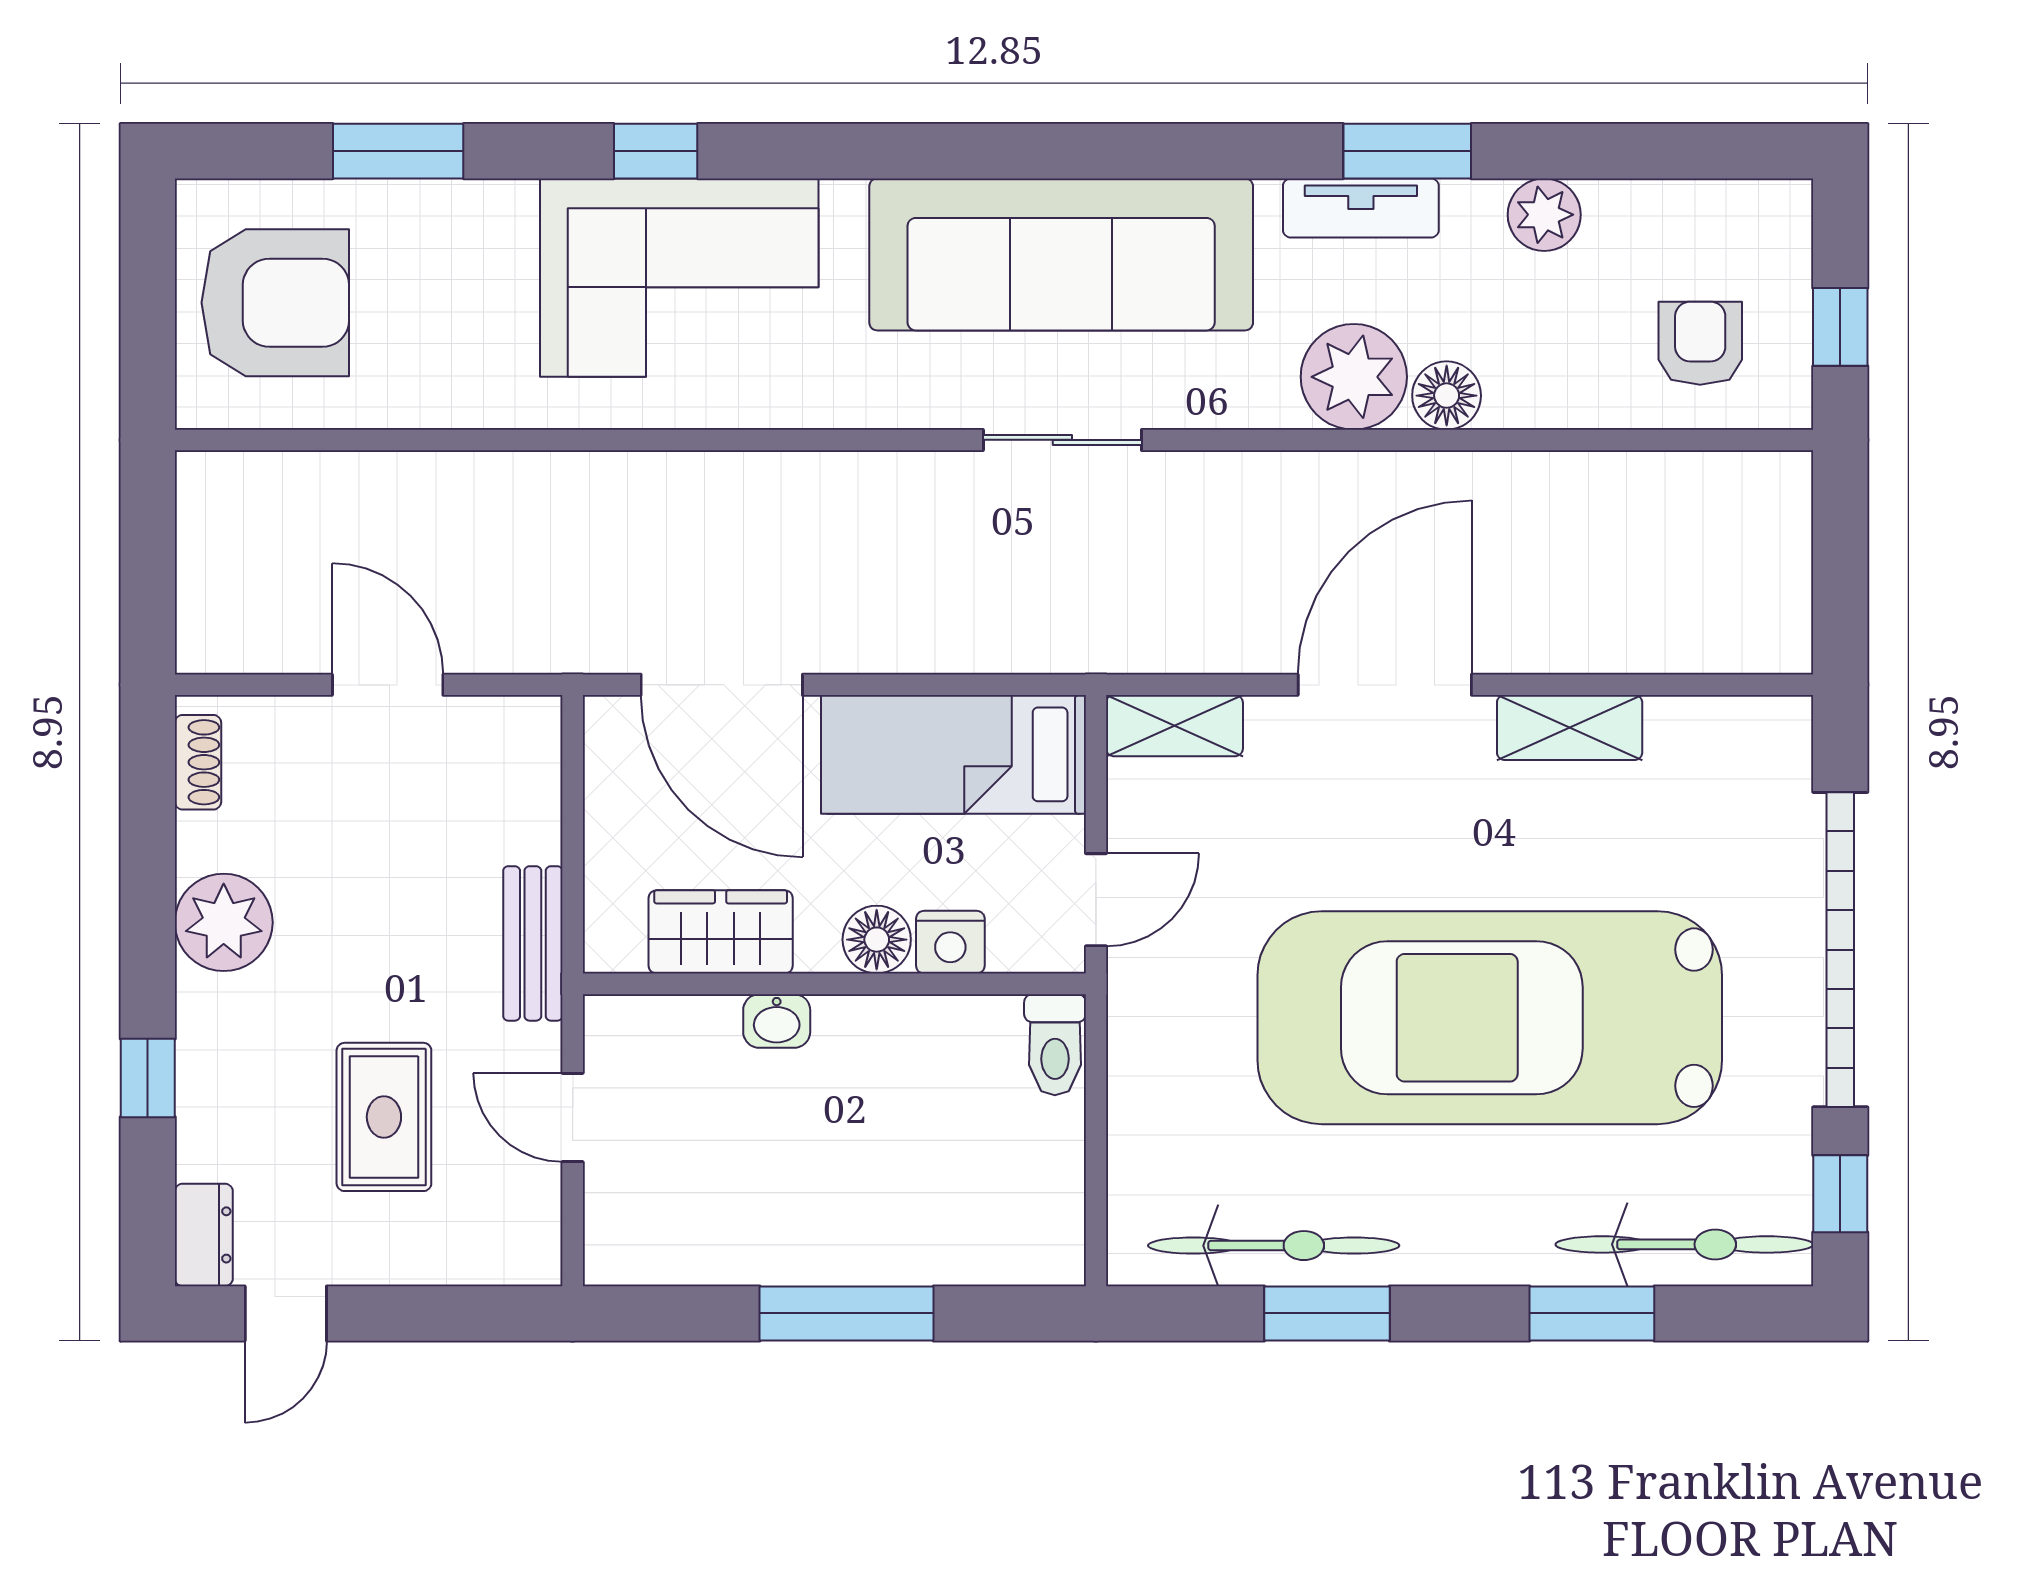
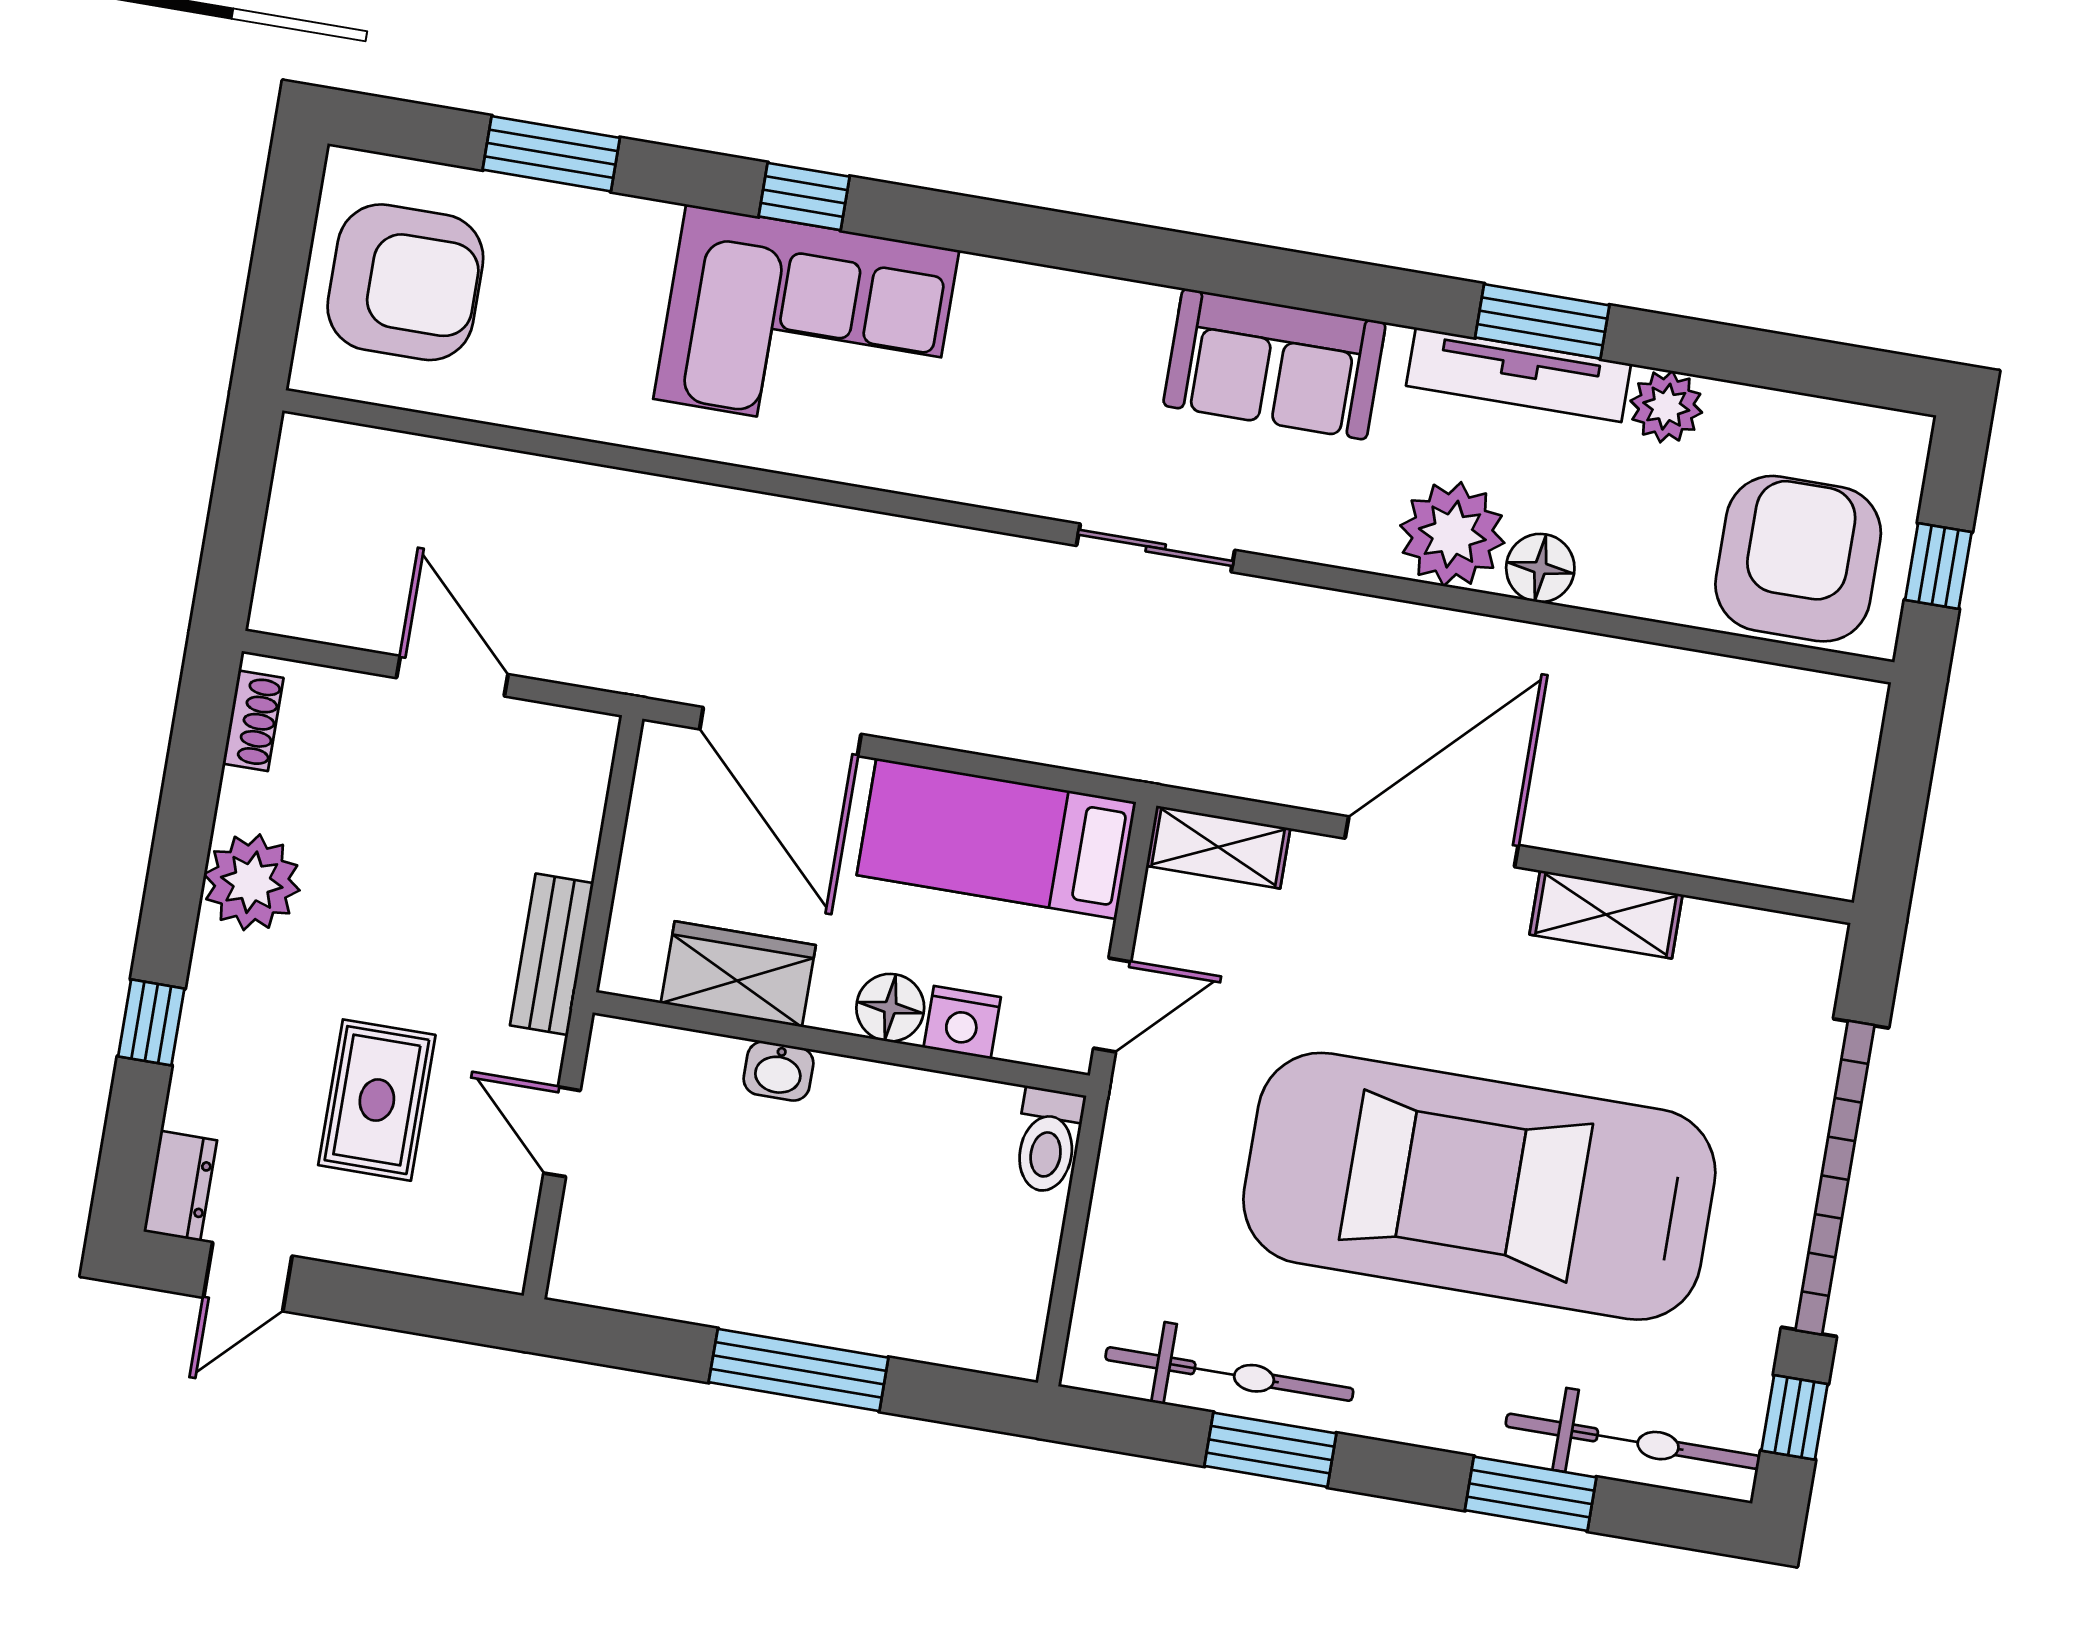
tv unit: (1361, 208) -> (1519, 375), width x1.41
sofa: (1061, 254) -> (1274, 364), width x0.54, depth x0.79
armchair: (1700, 343) -> (1798, 559), width x1.88, depth x1.88

